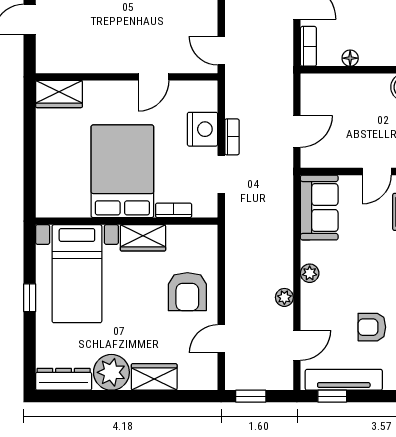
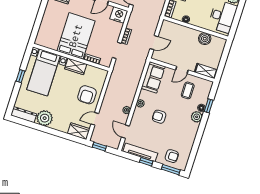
nightstand: (203, 129) -> (119, 15), moved, turned -90
armchair: (372, 327) -> (159, 117), moved
door: (297, 345) -> (125, 132), swing flipped
wardrobe: (154, 377) -> (79, 131), moved
window: (332, 396) -> (146, 162), moved

